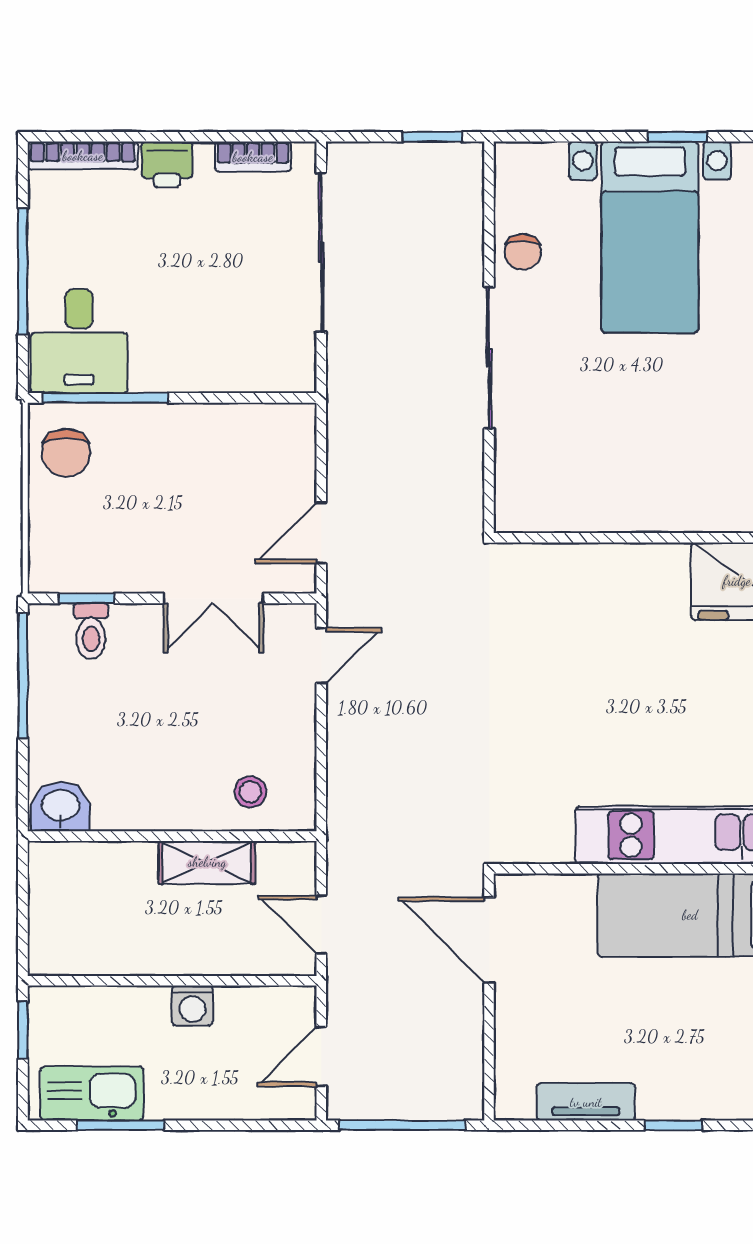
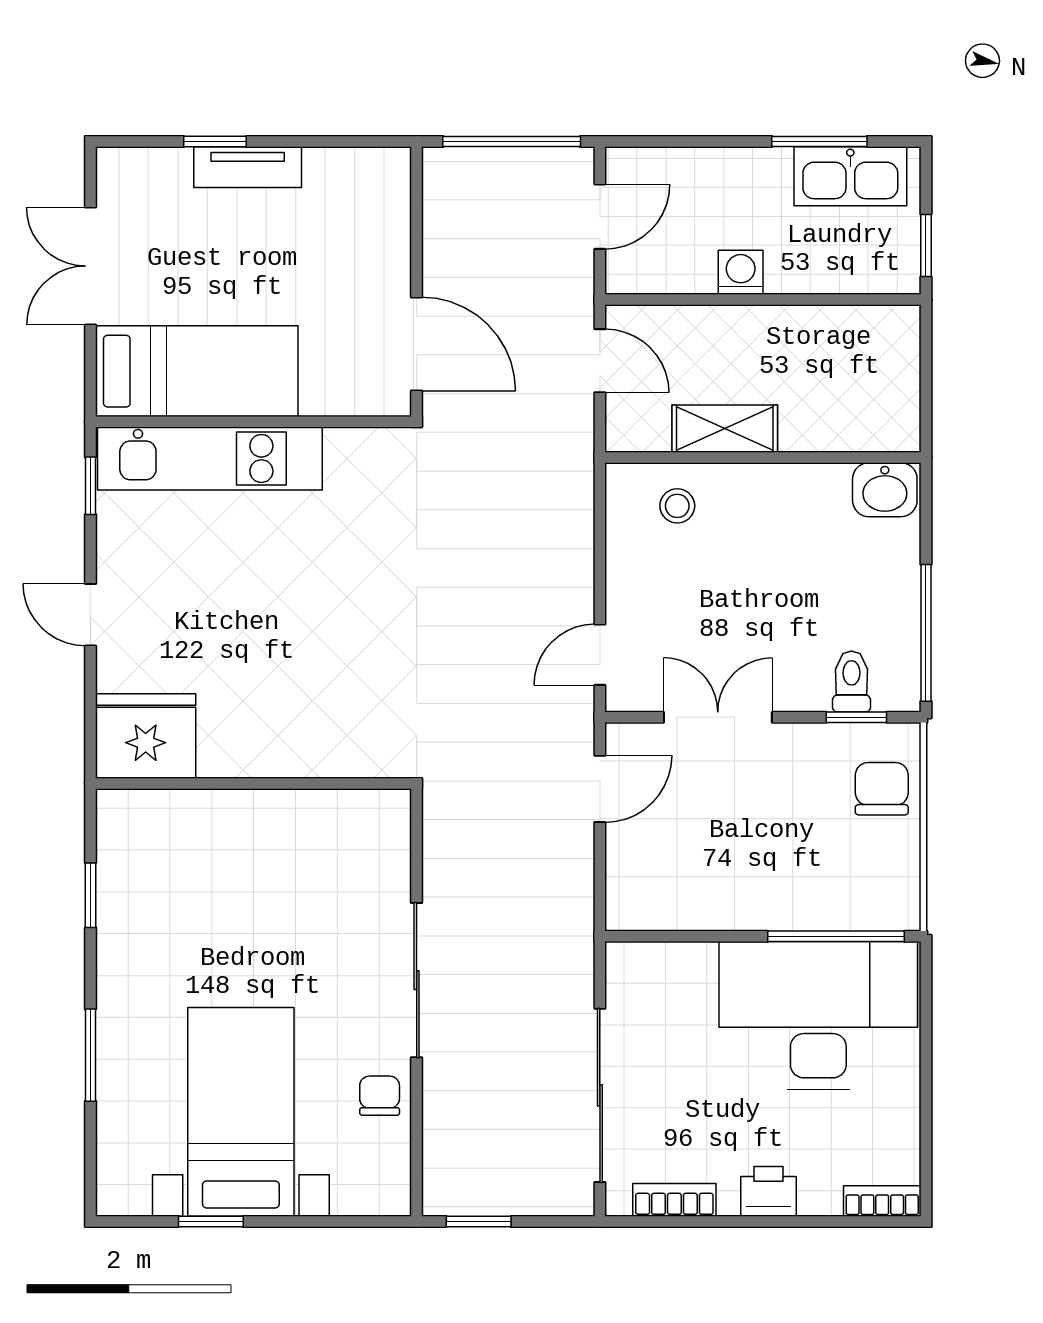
bookcase: (83, 156) -> (882, 1201), width x0.64
window: (23, 271) -> (926, 1075), removed
desk: (79, 341) -> (818, 1016), width x1.87, depth x1.30
chair: (66, 453) -> (882, 789), moved
tv unit: (586, 1102) -> (248, 167), moved

